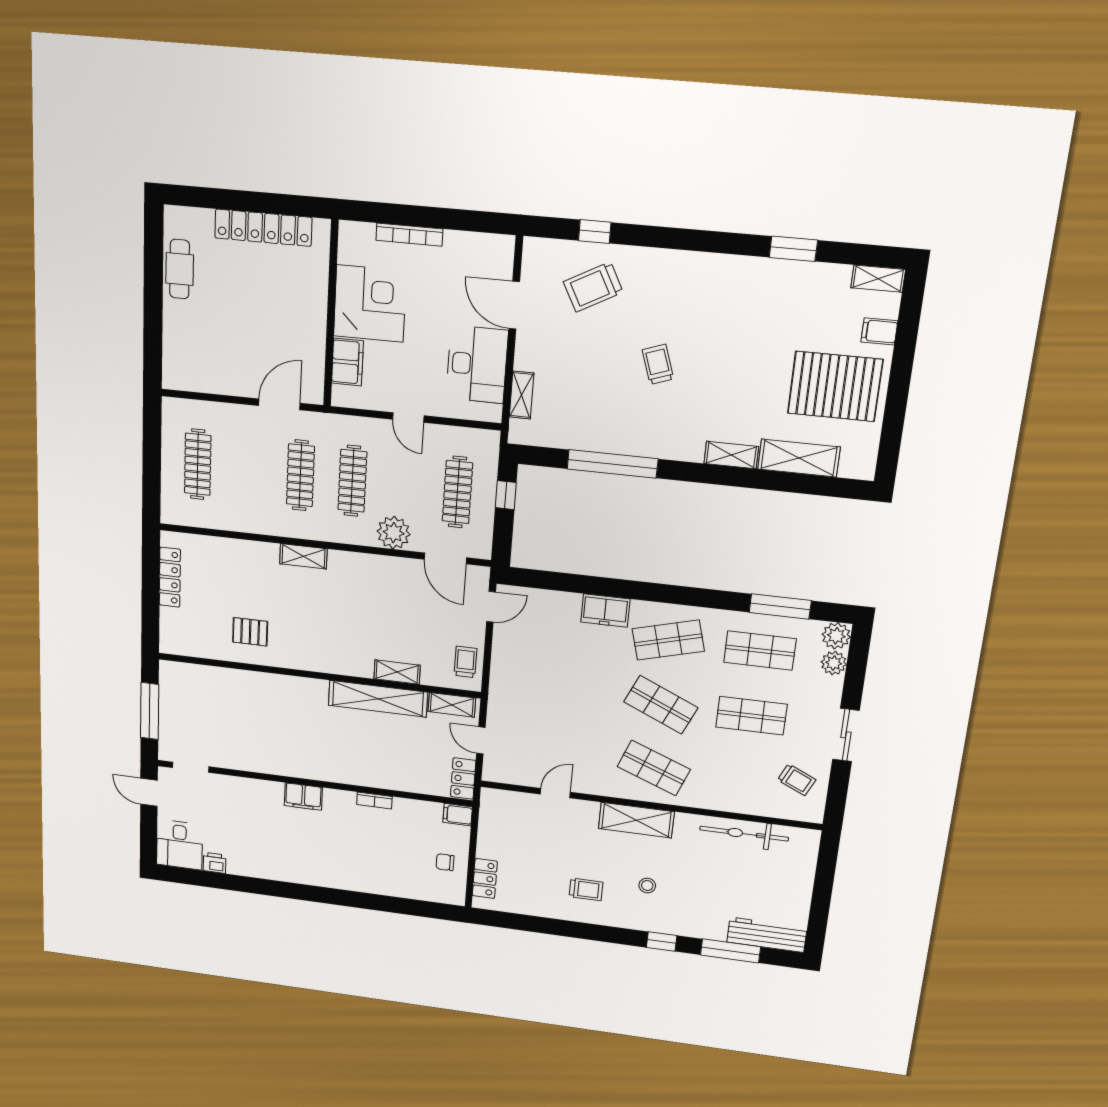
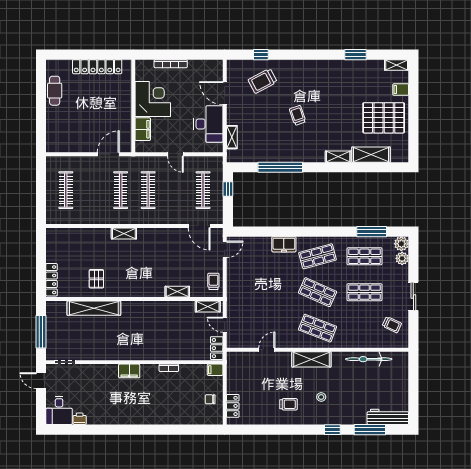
plant: (394, 533) -> (171, 215), removed
locker: (170, 577) -> (52, 280), moved
pallet: (250, 632) -> (96, 279), turned 90
shelving: (378, 699) -> (94, 308), moved

